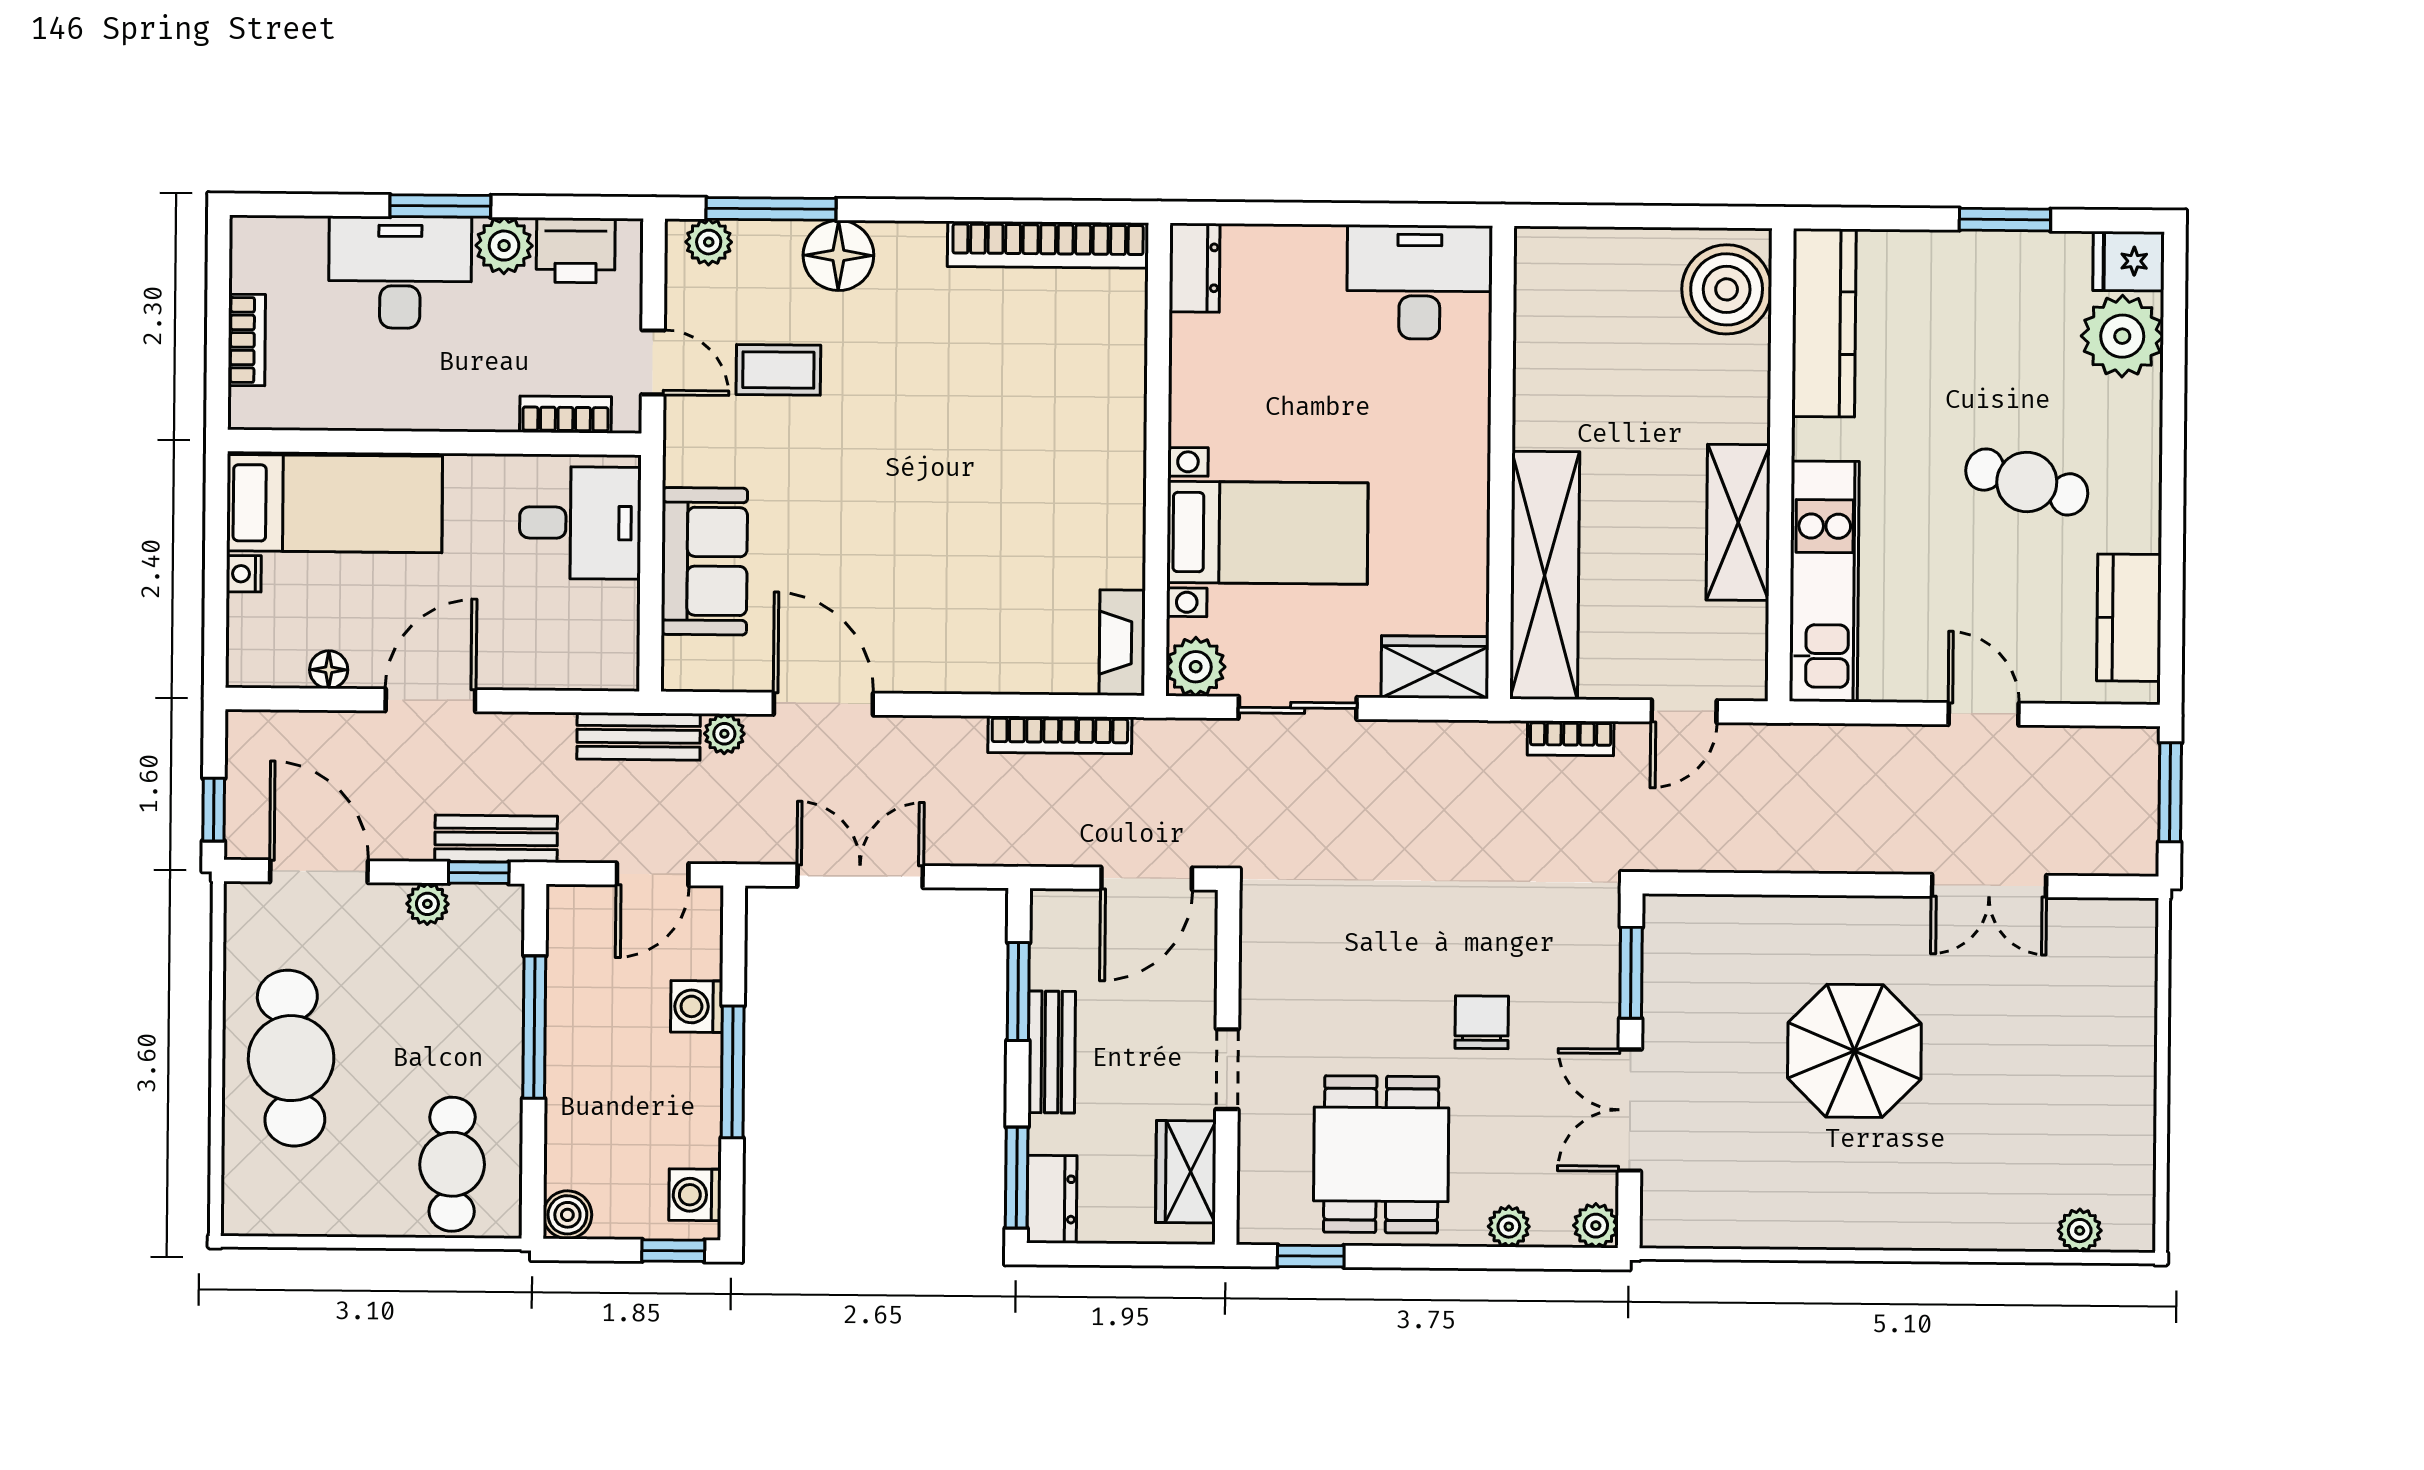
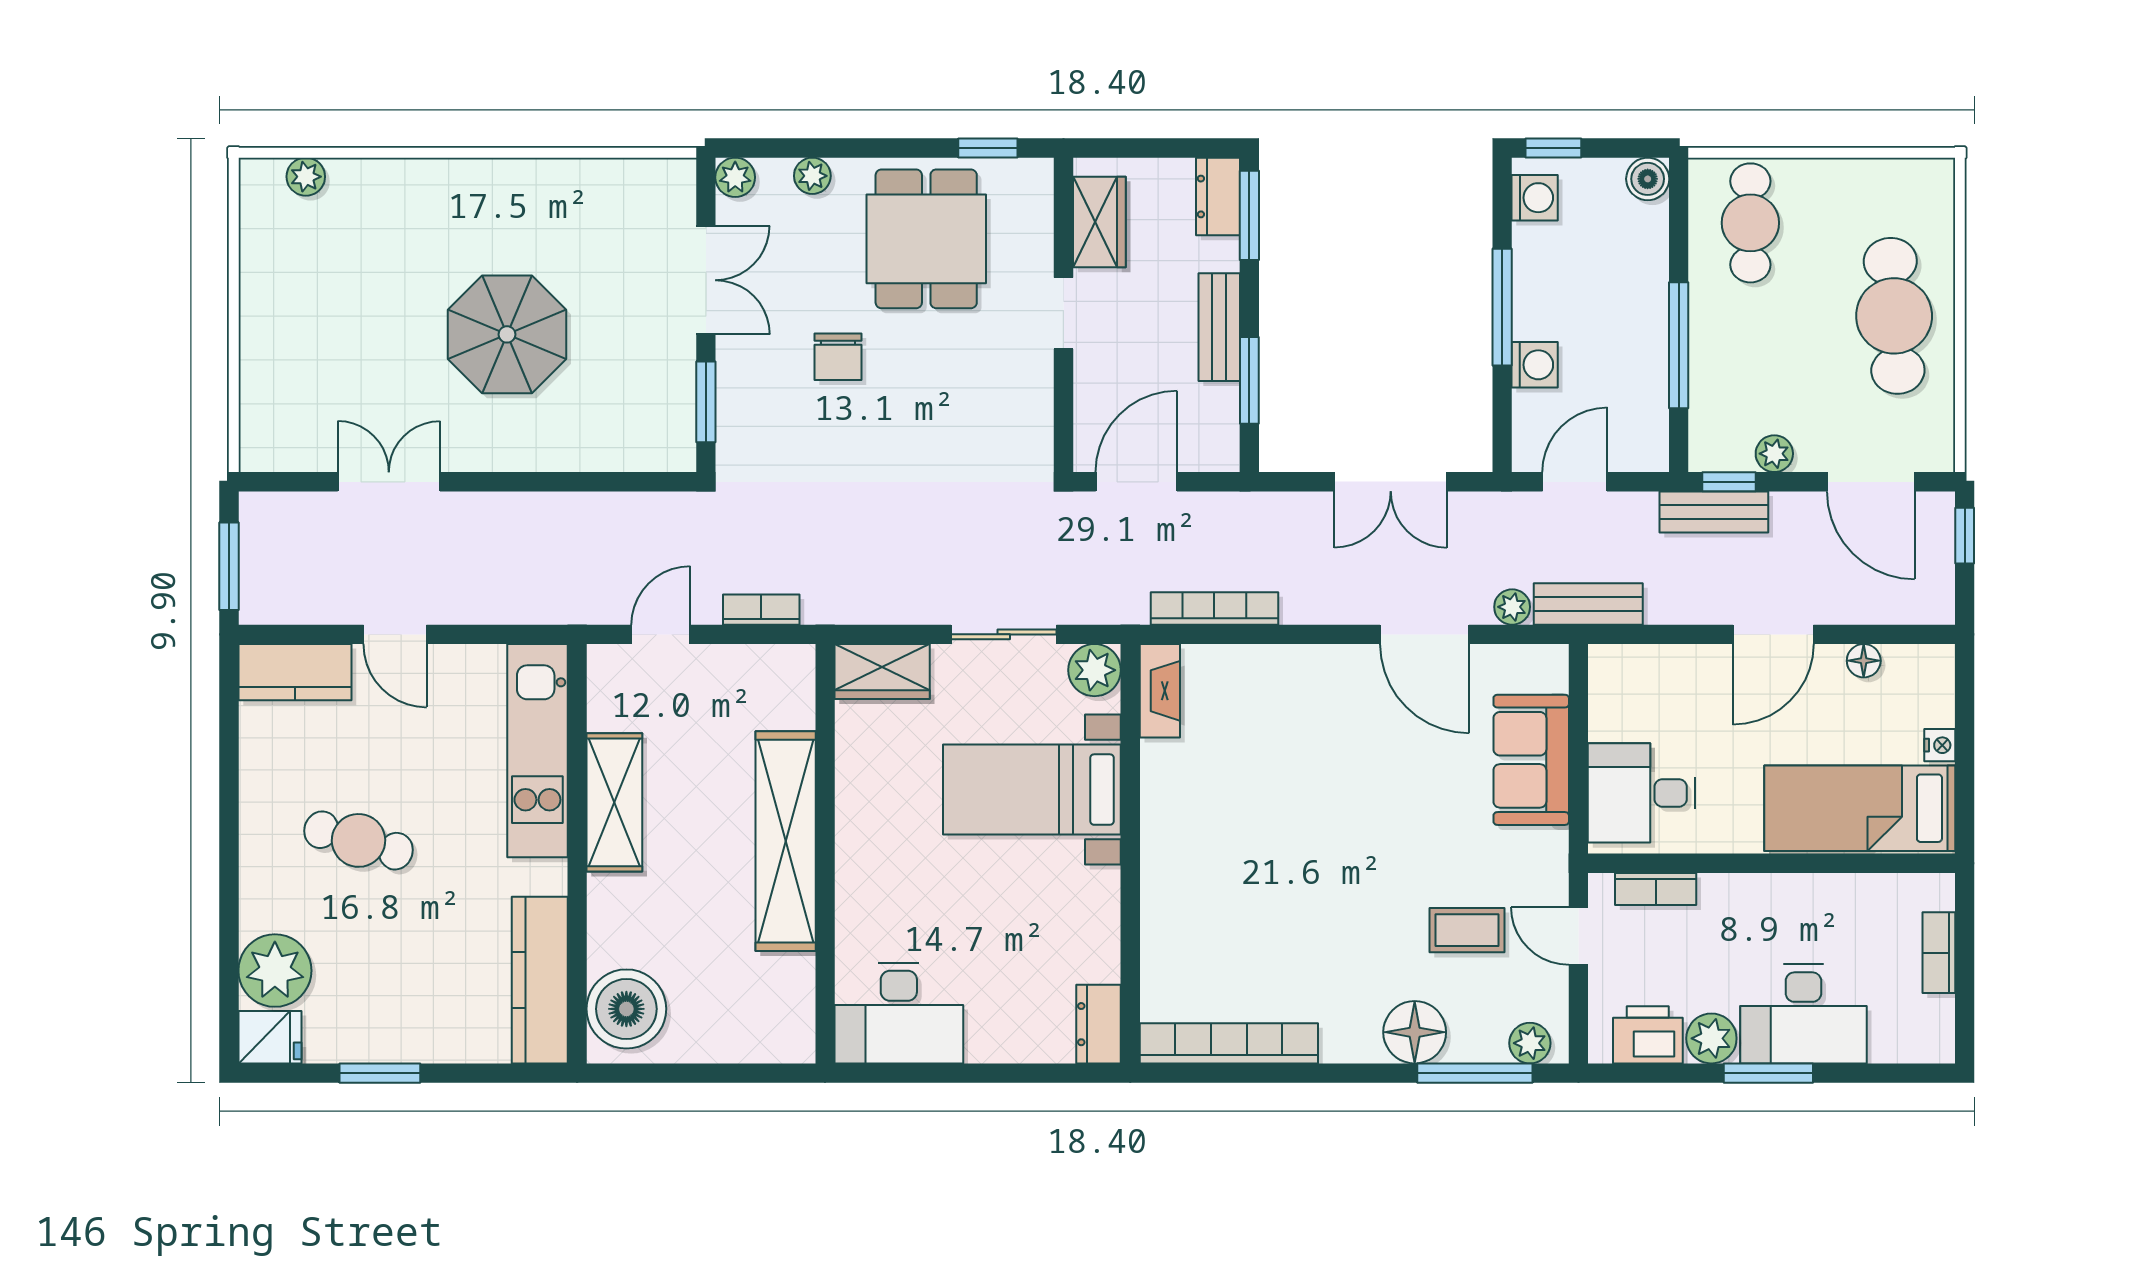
shelving: (1545, 575) -> (786, 841), moved
kitchen counter: (2129, 618) -> (295, 672), moved, turned 90

